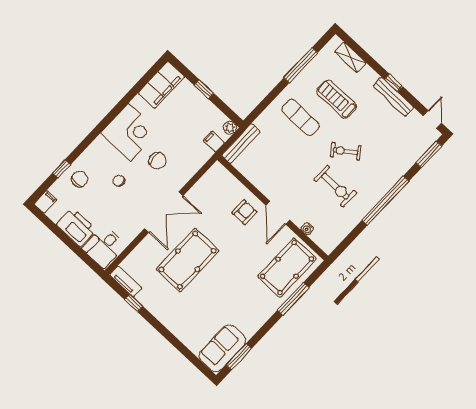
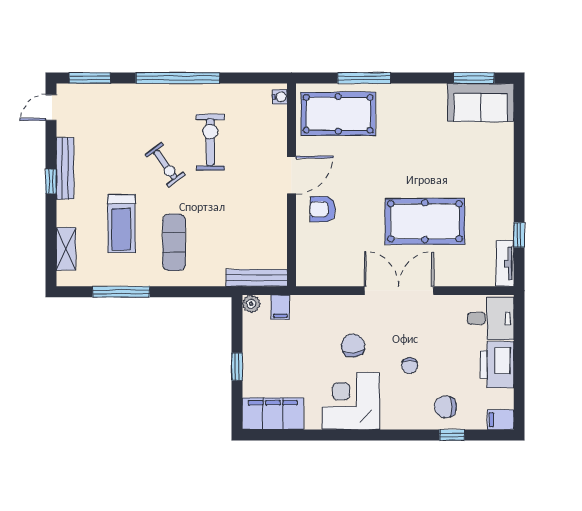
water cooler: (307, 229) -> (280, 97), moved

